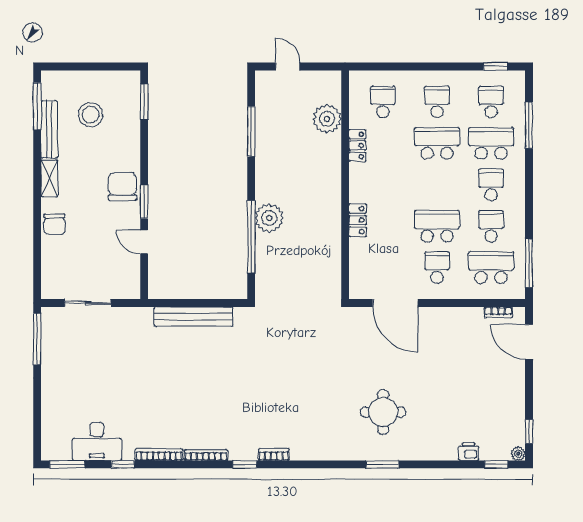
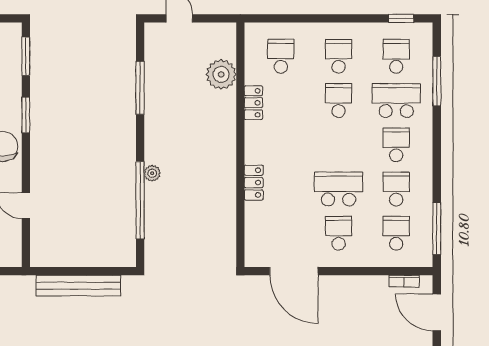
school desk: (437, 143) -> (339, 101), width x0.54
window: (144, 202) -> (26, 115), moved
plant: (269, 218) -> (152, 173), width x0.53, depth x0.53
school desk: (491, 268) -> (396, 233), width x0.54

